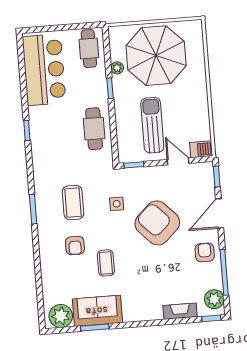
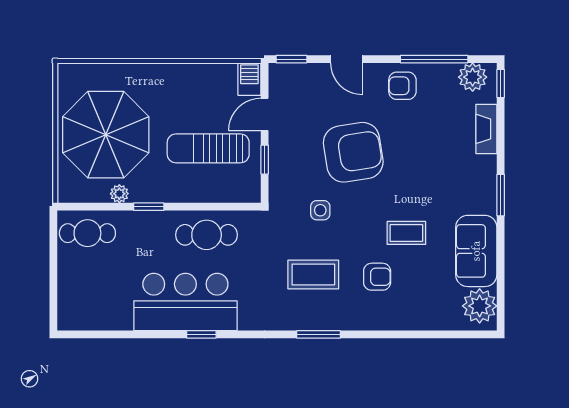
bar counter: (44, 70) -> (185, 302), moved
window: (134, 165) -> (265, 160), moved
door: (220, 213) -> (347, 59), width x0.73
armchair: (157, 223) -> (353, 152), turned -145
window: (95, 328) -> (501, 195), moved

